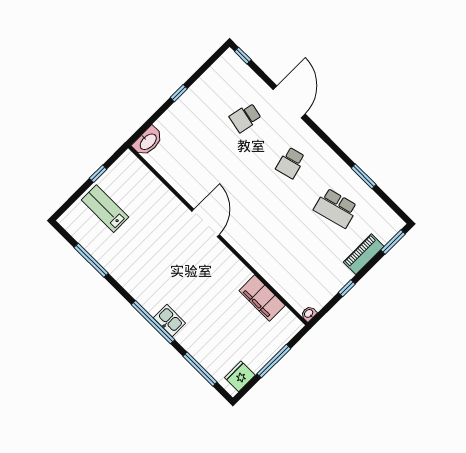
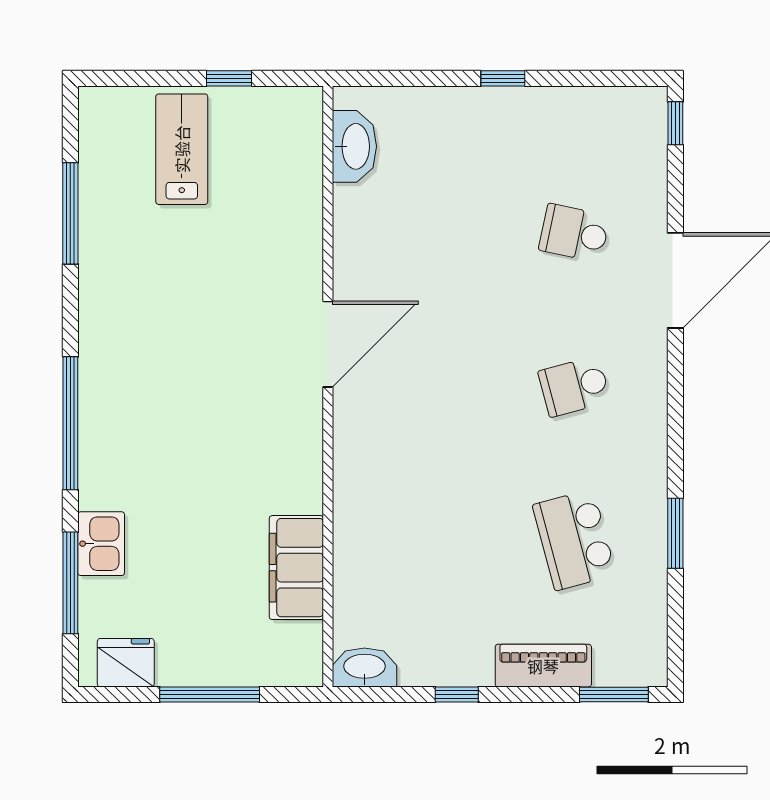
washbasin: (148, 141) -> (354, 146), moved, turned -90
washbasin: (309, 314) -> (364, 667), width x1.91, depth x1.45
kitchen sink: (169, 320) -> (101, 544), moved

